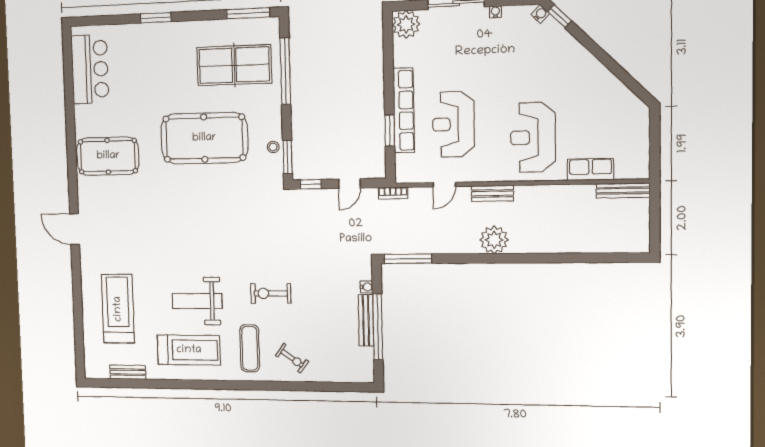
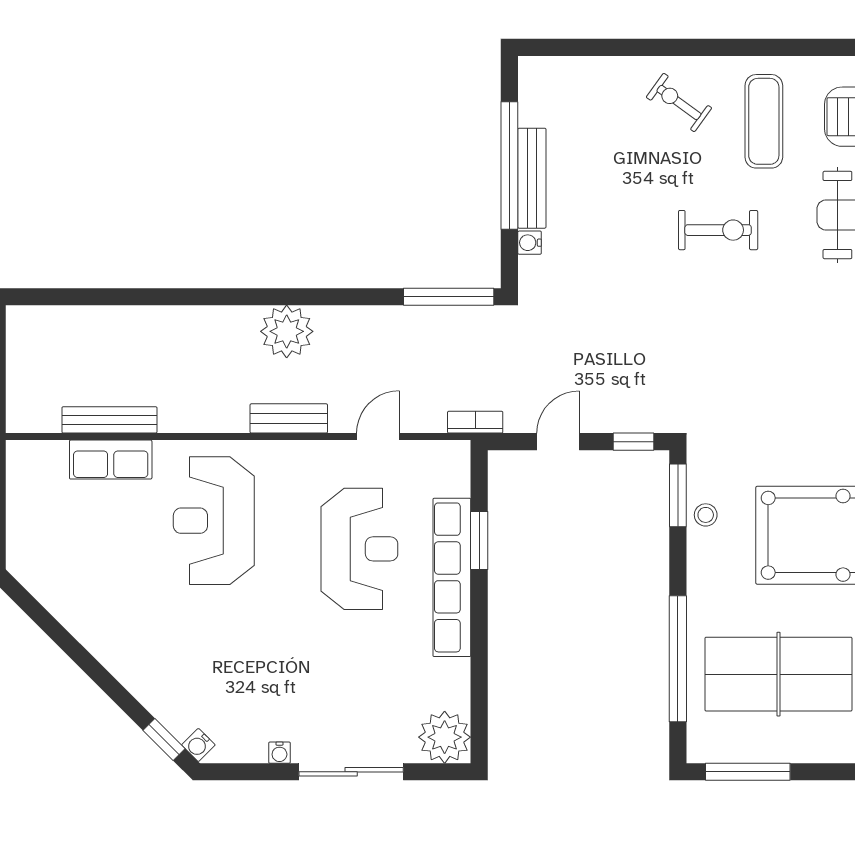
reception desk: (533, 137) -> (214, 521), turned 180
bench: (623, 191) -> (109, 420), moved

